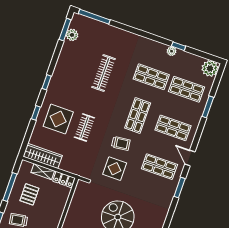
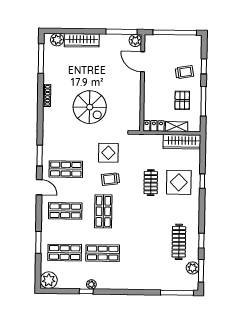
clothes rail: (104, 73) -> (179, 242), moved
window: (47, 82) -> (201, 241), moved

